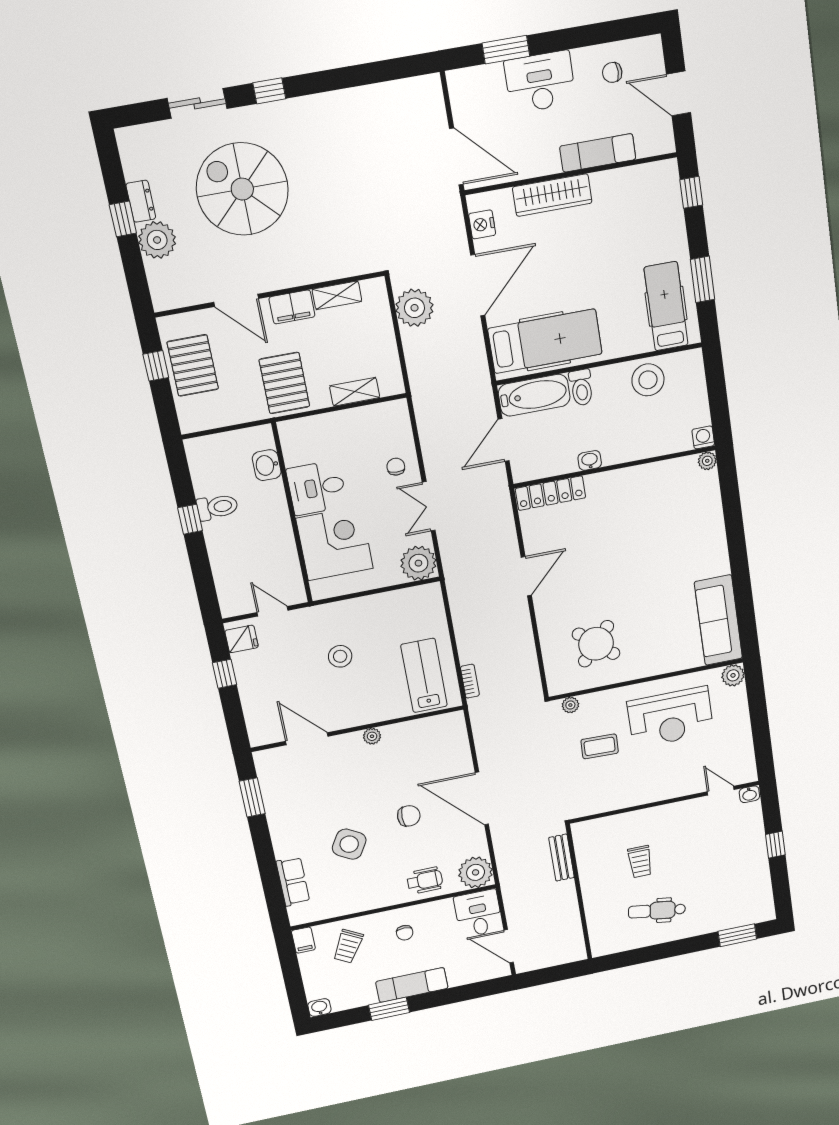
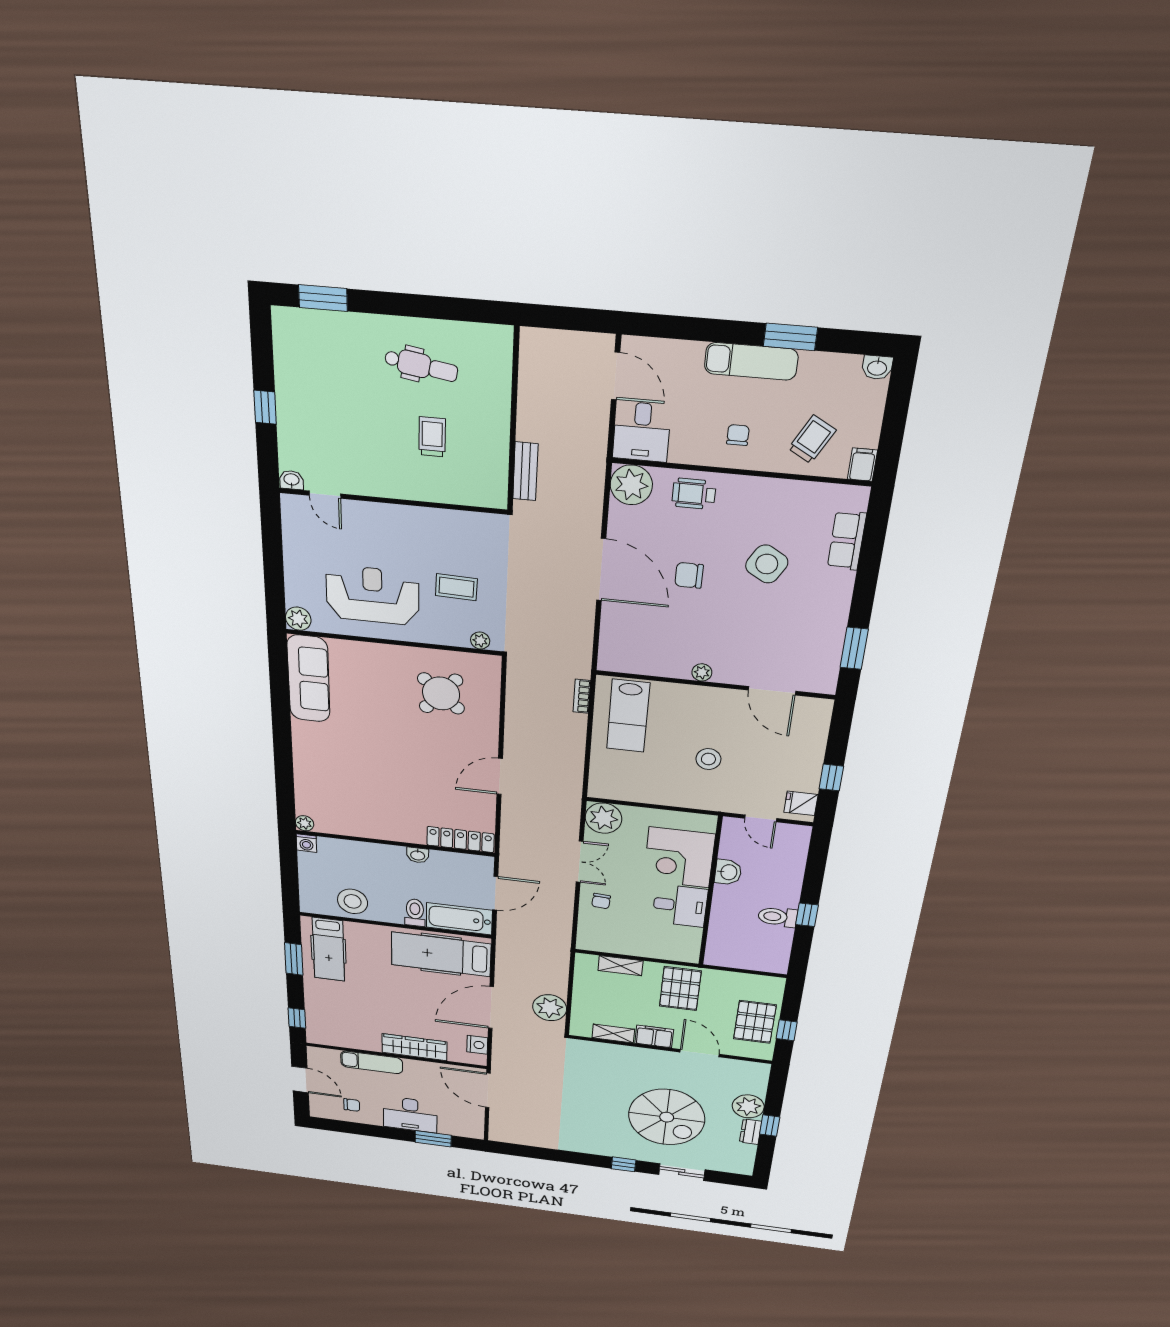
washbasin: (267, 465) -> (728, 872), moved

